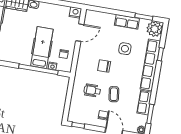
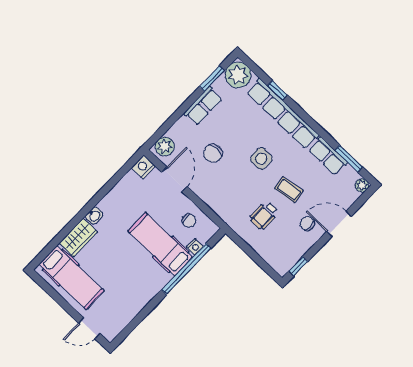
plant: (93, 16) -> (165, 146), added
side table: (125, 49) -> (261, 159), moved
chair: (104, 66) -> (213, 153), moved

